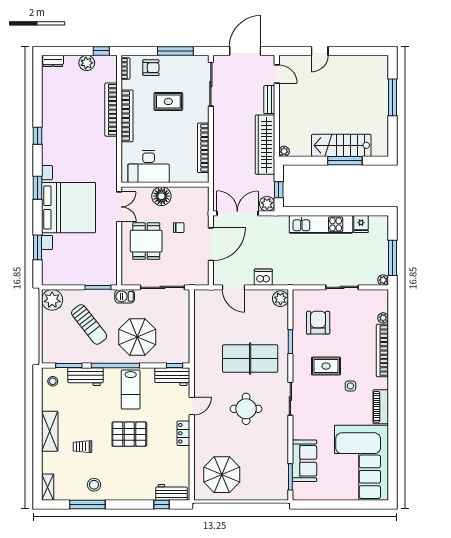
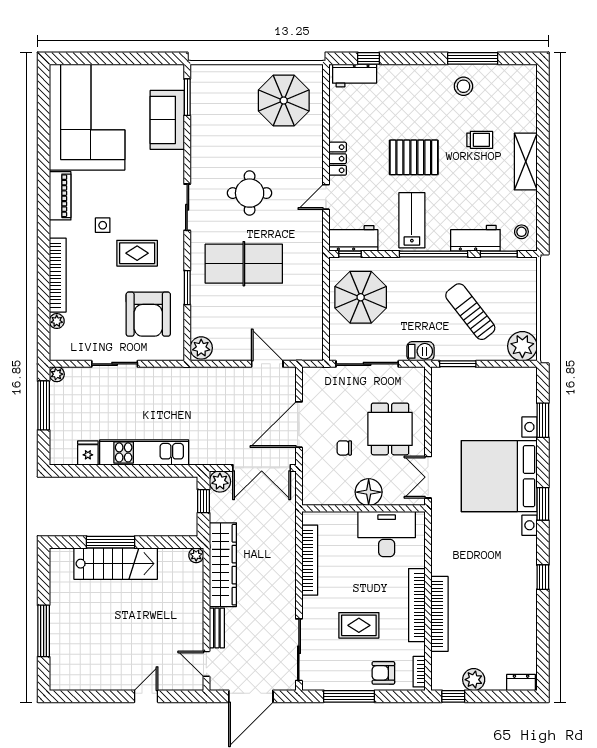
dishwasher: (263, 277) -> (225, 378), removed
armchair: (318, 323) -> (148, 314), width x1.36, depth x1.36
parasol: (137, 337) -> (361, 297), moved
shelving: (48, 487) -> (529, 83), removed

